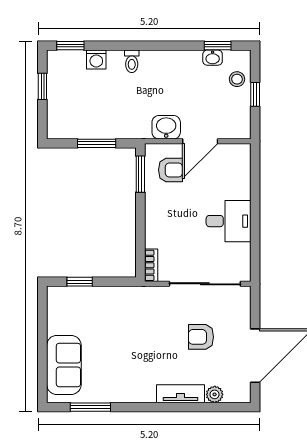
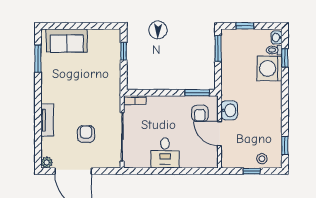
window: (70, 46) -> (285, 58), moved
washbasin: (213, 58) -> (277, 37), moved
washing machine: (96, 59) -> (270, 68), width x1.89, depth x1.89
toilet: (132, 61) -> (274, 50), moved
window: (42, 86) -> (245, 26), moved
window: (97, 143) -> (218, 48), moved
plant: (215, 394) -> (47, 162), moved

